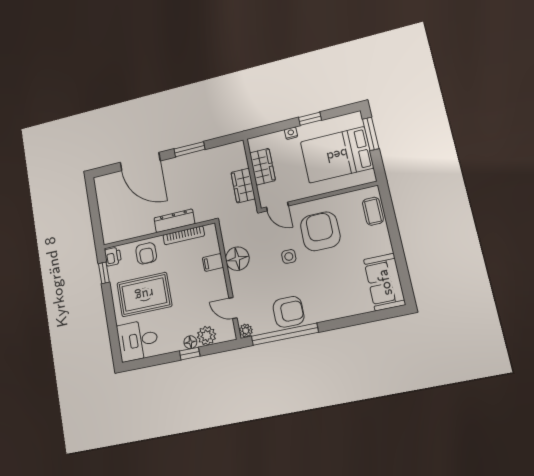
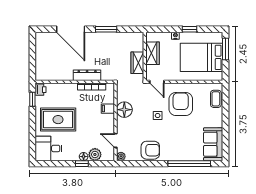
armchair: (146, 253) -> (64, 93), removed
window: (285, 334) -> (189, 164), moved

